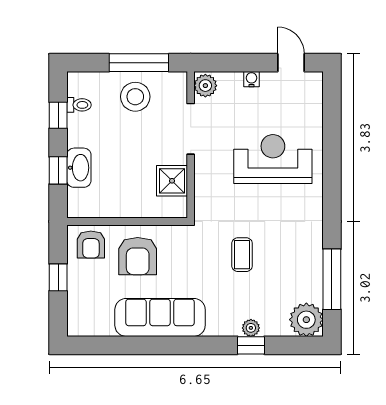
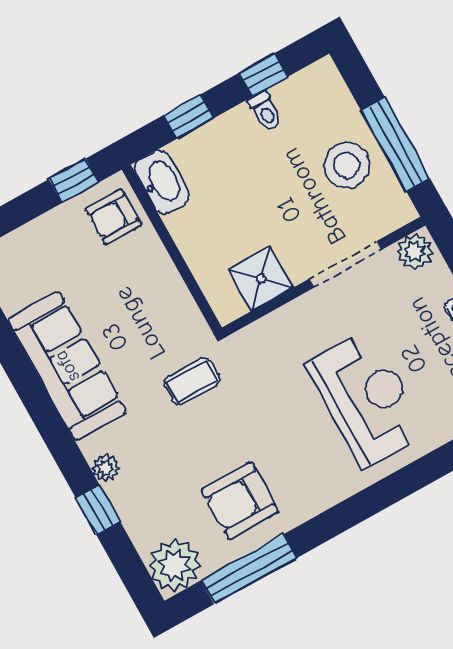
toilet: (79, 105) -> (265, 111), moved
washbasin: (79, 168) -> (162, 182), moved, turned -90
coffee table: (242, 255) -> (192, 381), moved
armchair: (138, 256) -> (240, 501), moved
window: (58, 277) -> (74, 181), moved
plant: (251, 328) -> (106, 468), moved

